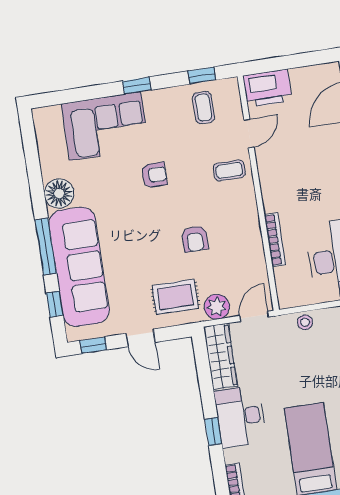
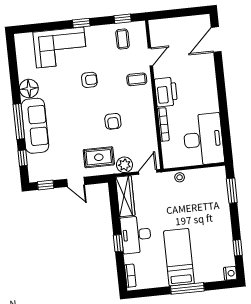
printer: (267, 88) -> (166, 92), moved, turned -90
sofa: (79, 267) -> (35, 126), width x0.74, depth x0.79

